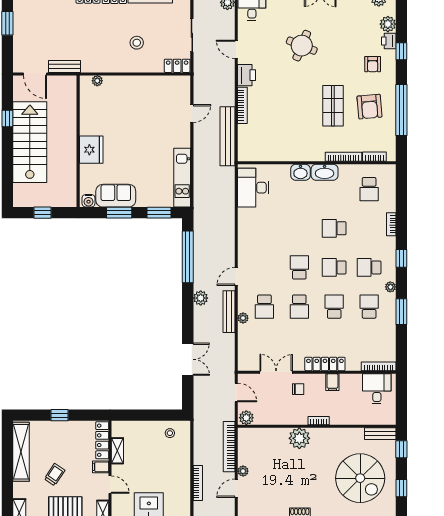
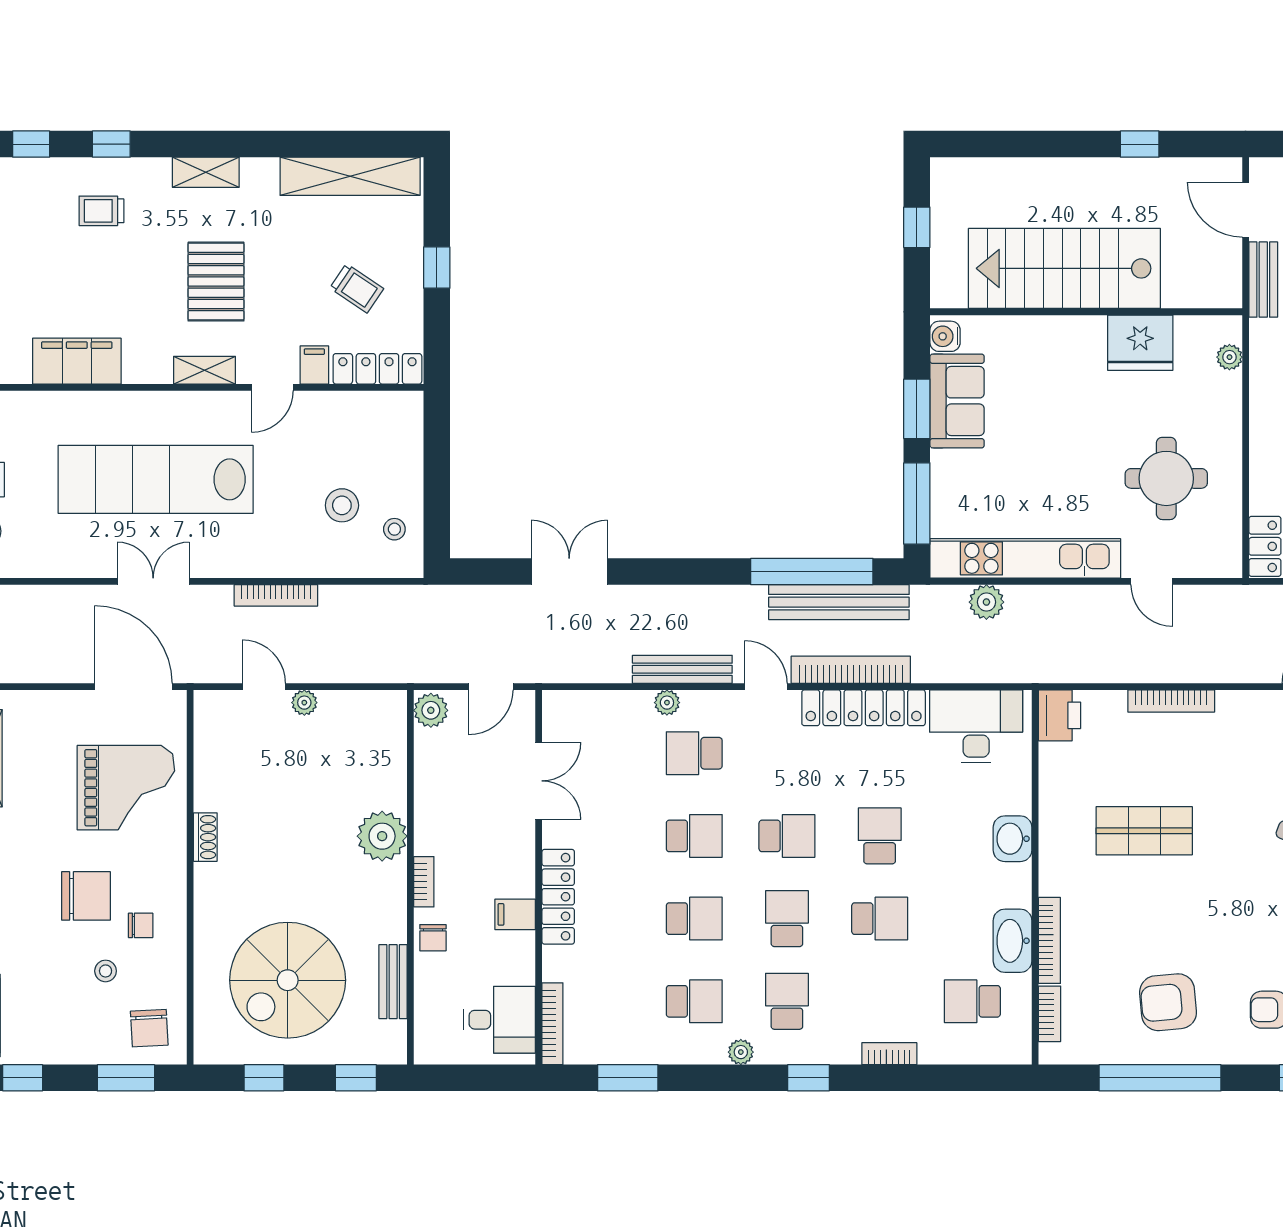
door: (35, 74) -> (1246, 210), hinge flipped
printer: (247, 75) -> (1060, 715), moved, turned -90
shop shelf: (333, 106) -> (1144, 831), moved
round table: (148, 107) -> (1166, 478), added
bench: (228, 136) -> (839, 602), moved
stairs: (30, 142) -> (1064, 268), moved, turned 180
fridge: (91, 150) -> (1140, 343), moved
washbasin: (325, 172) -> (1013, 941), moved
kitchen unit: (182, 178) -> (1025, 558), width x1.36
window: (159, 213) -> (917, 504), width x1.44
school desk: (299, 228) -> (880, 836), added
school desk: (334, 228) -> (880, 919), turned 90
locker: (245, 235) -> (864, 708), added
plant: (201, 298) -> (986, 602), moved
school desk: (299, 307) -> (694, 836), turned 180
window: (401, 312) -> (628, 1078), moved
double door: (188, 359) -> (569, 571), swing flipped
chair: (298, 389) -> (433, 938), moved
bench: (380, 434) -> (393, 982), moved
bookcase: (229, 447) -> (851, 670), moved
shelving: (117, 451) -> (352, 405), removed
stool: (160, 455) -> (342, 505), added
trolley: (55, 475) -> (357, 288), moved

